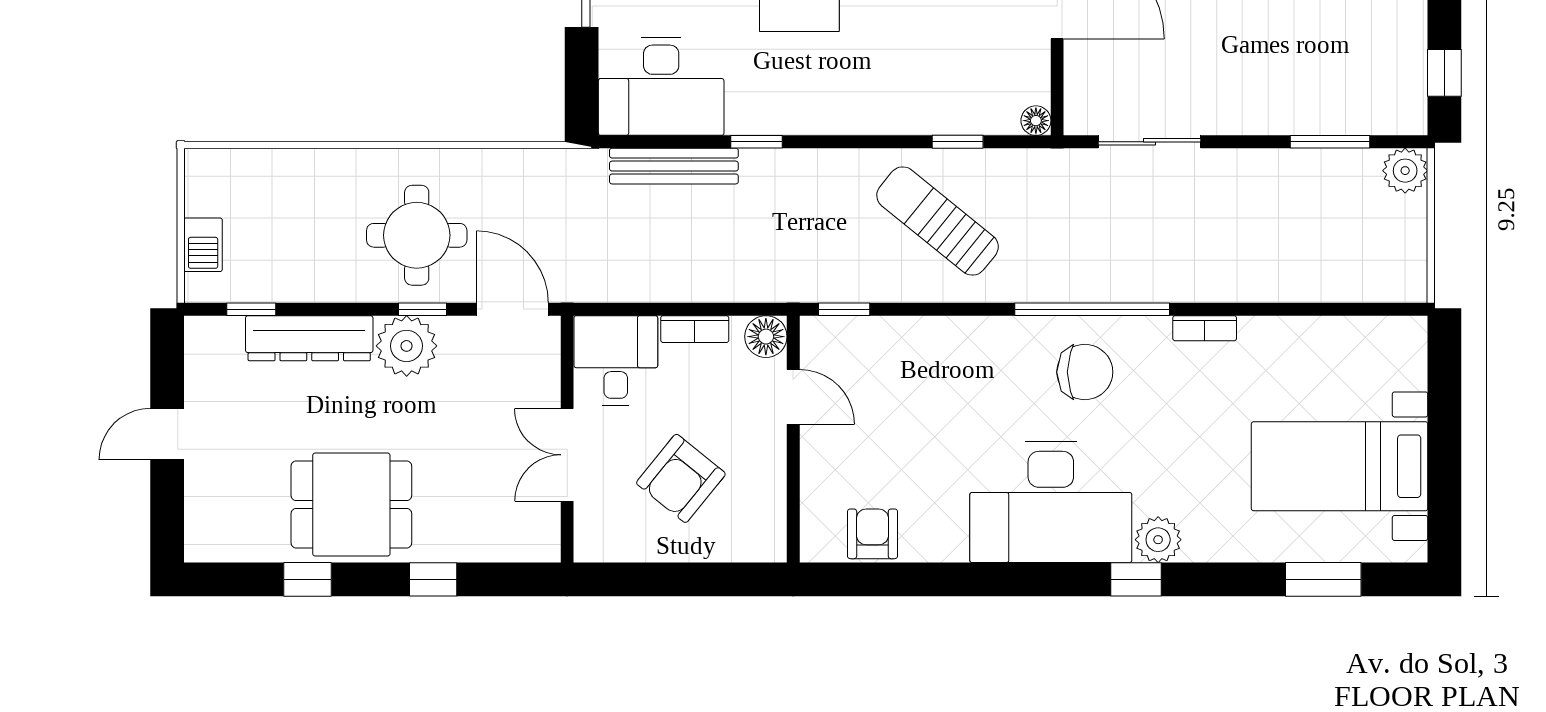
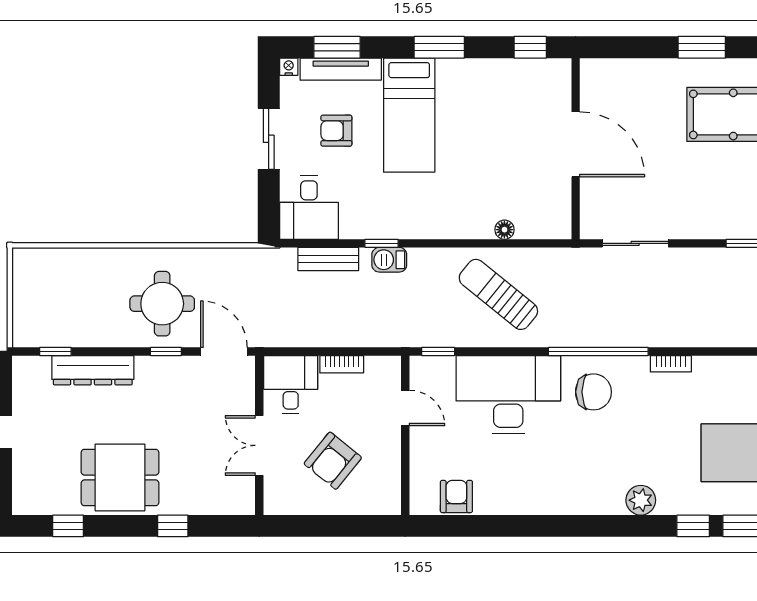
desk: (661, 86) -> (309, 207), width x0.73
floor lamp: (1036, 121) -> (504, 230), moved
window: (958, 142) -> (511, 243), removed
bench: (674, 166) -> (328, 259), width x0.73
barbecue: (203, 245) -> (389, 260), moved, turned 90
floor lamp: (766, 337) -> (388, 369), removed
plant: (407, 346) -> (156, 375), removed
desk: (1051, 502) -> (508, 395), moved, turned 180
window: (307, 579) -> (68, 526), moved
window: (1136, 579) -> (693, 526), moved

